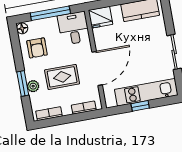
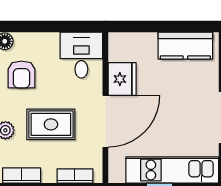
window: (50, 13) -> (51, 26), removed
fridge: (101, 17) -> (122, 79), moved, turned -90

